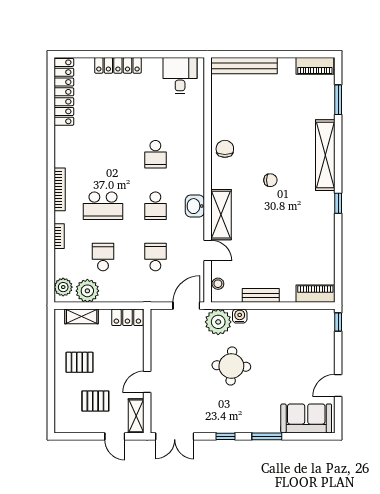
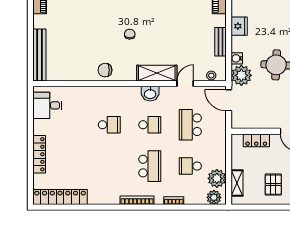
school desk: (155, 257) -> (190, 125), width x1.85
locker: (127, 317) -> (256, 140), moved, turned 90
fridge: (281, 319) -> (239, 26), added

